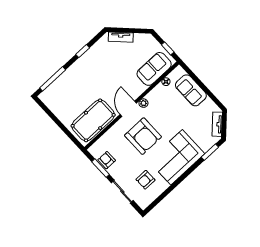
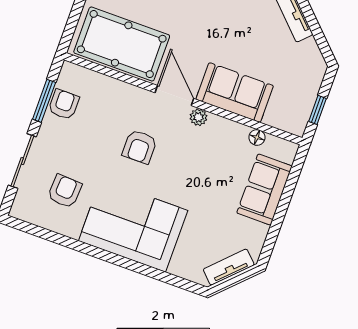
sofa: (154, 69) -> (235, 93), moved
door: (128, 109) -> (174, 96), hinge flipped
armchair: (143, 136) -> (140, 147), width x0.53, depth x0.53
window: (210, 152) -> (173, 280), removed
armchair: (145, 180) -> (65, 191), turned 93

